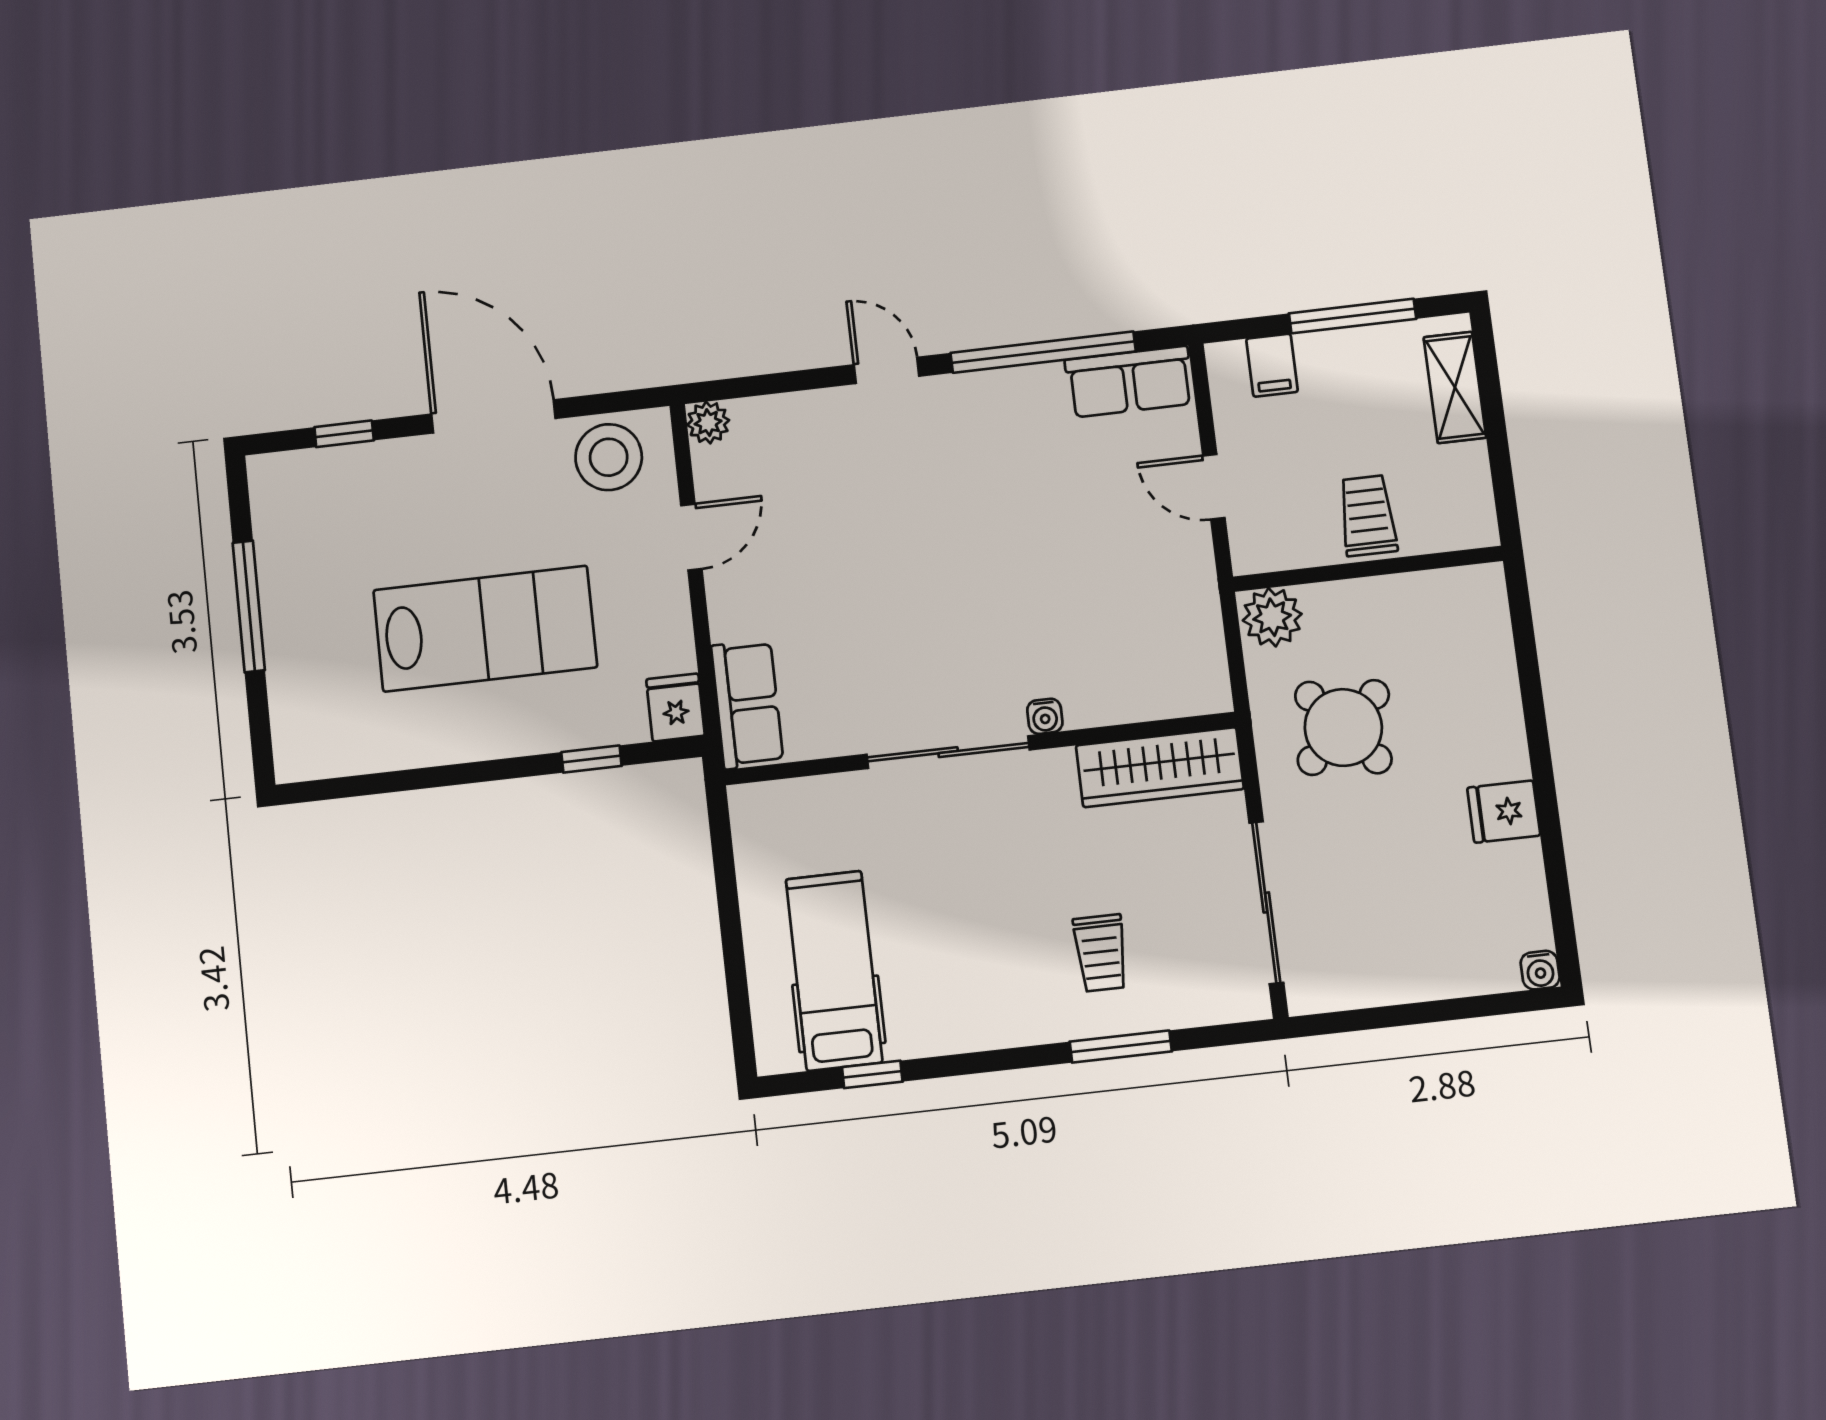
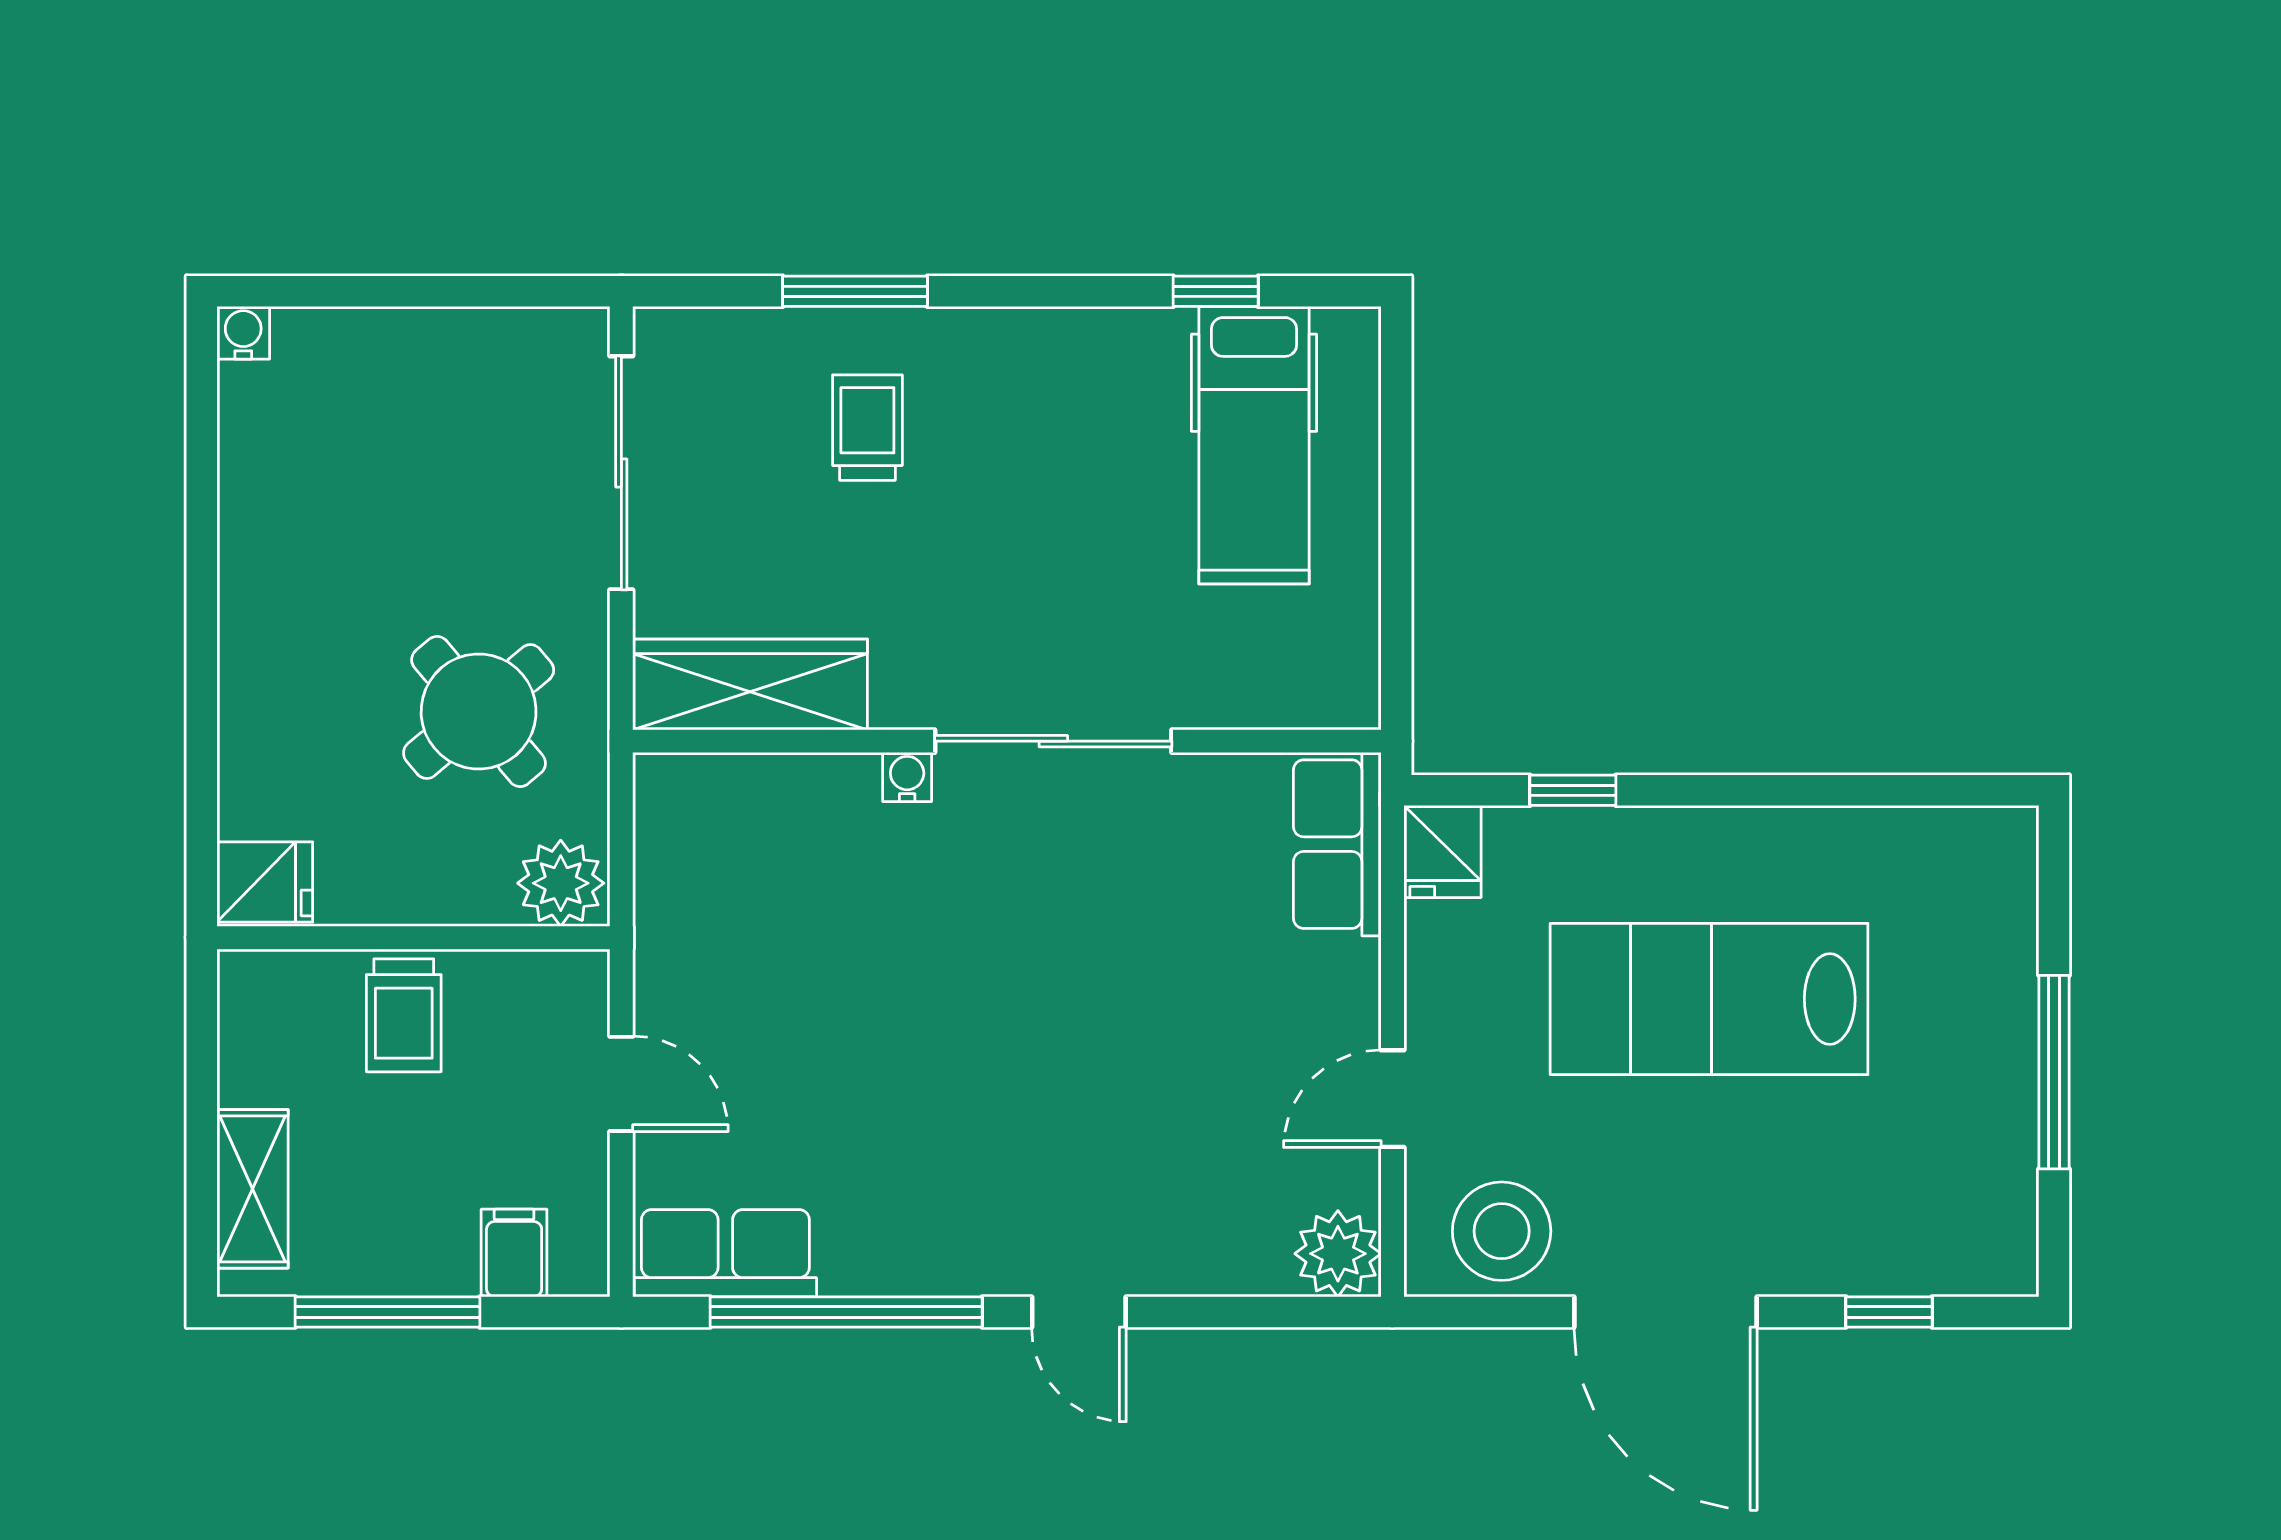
plant: (708, 423) -> (1338, 1254), width x1.38, depth x1.38
fridge: (1504, 812) -> (265, 882), moved

